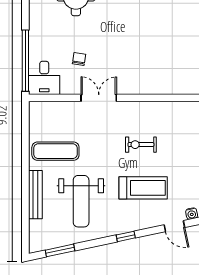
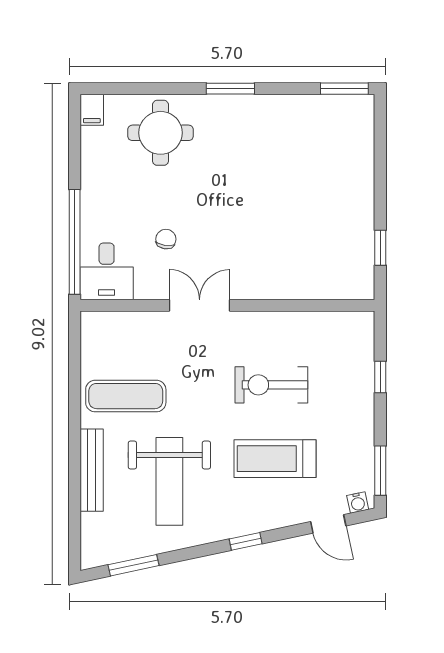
exercise bike: (141, 145) -> (271, 385), width x1.38, depth x1.39
treadmill: (143, 188) -> (275, 459), turned 180

